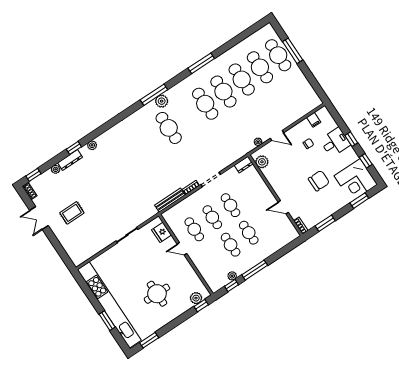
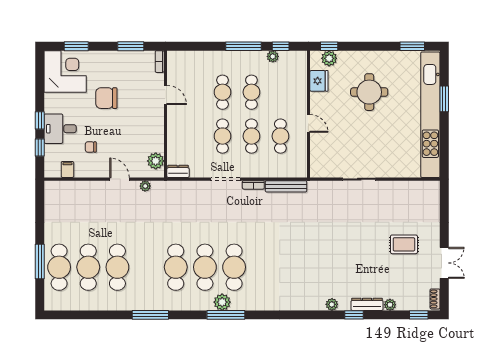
cafe table: (223, 92) -> (205, 267), moved
window: (366, 161) -> (40, 147), moved
fridge: (162, 232) -> (319, 81), moved

